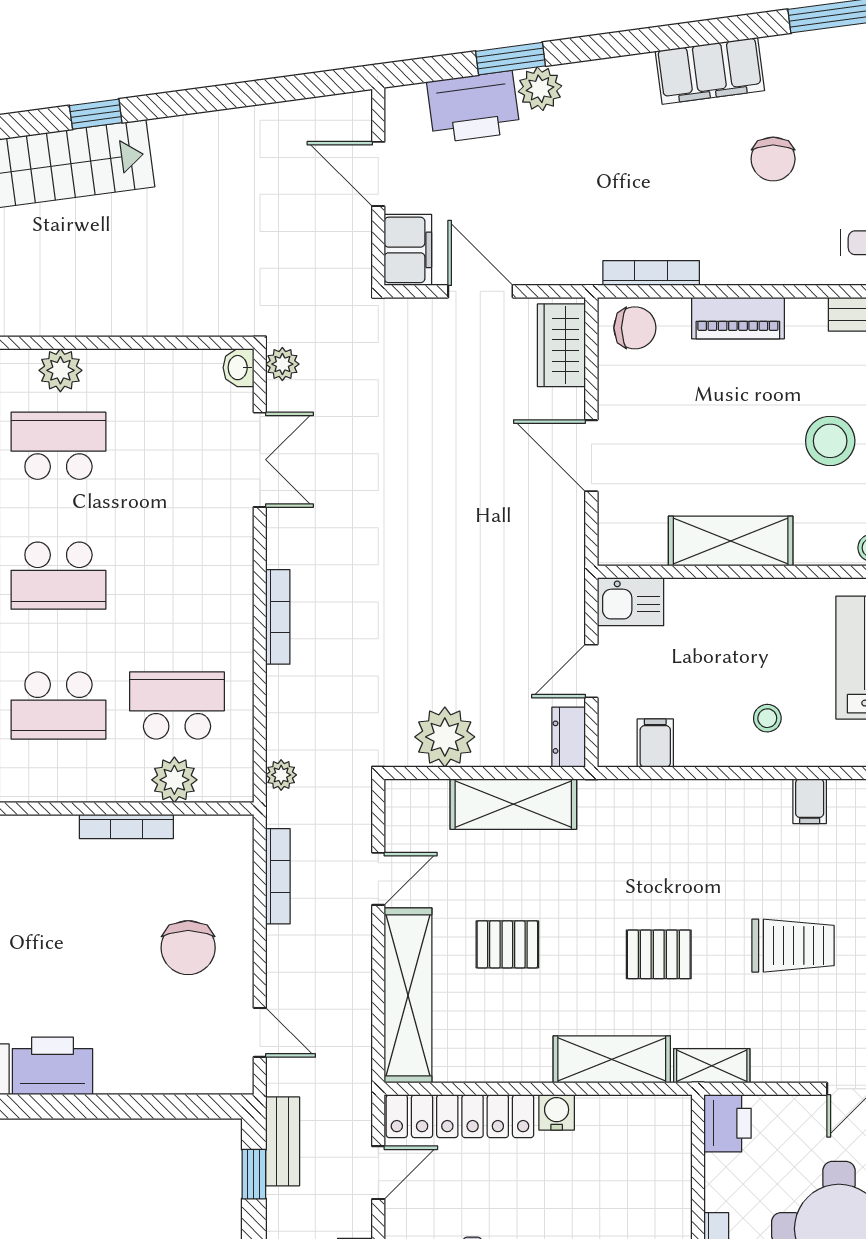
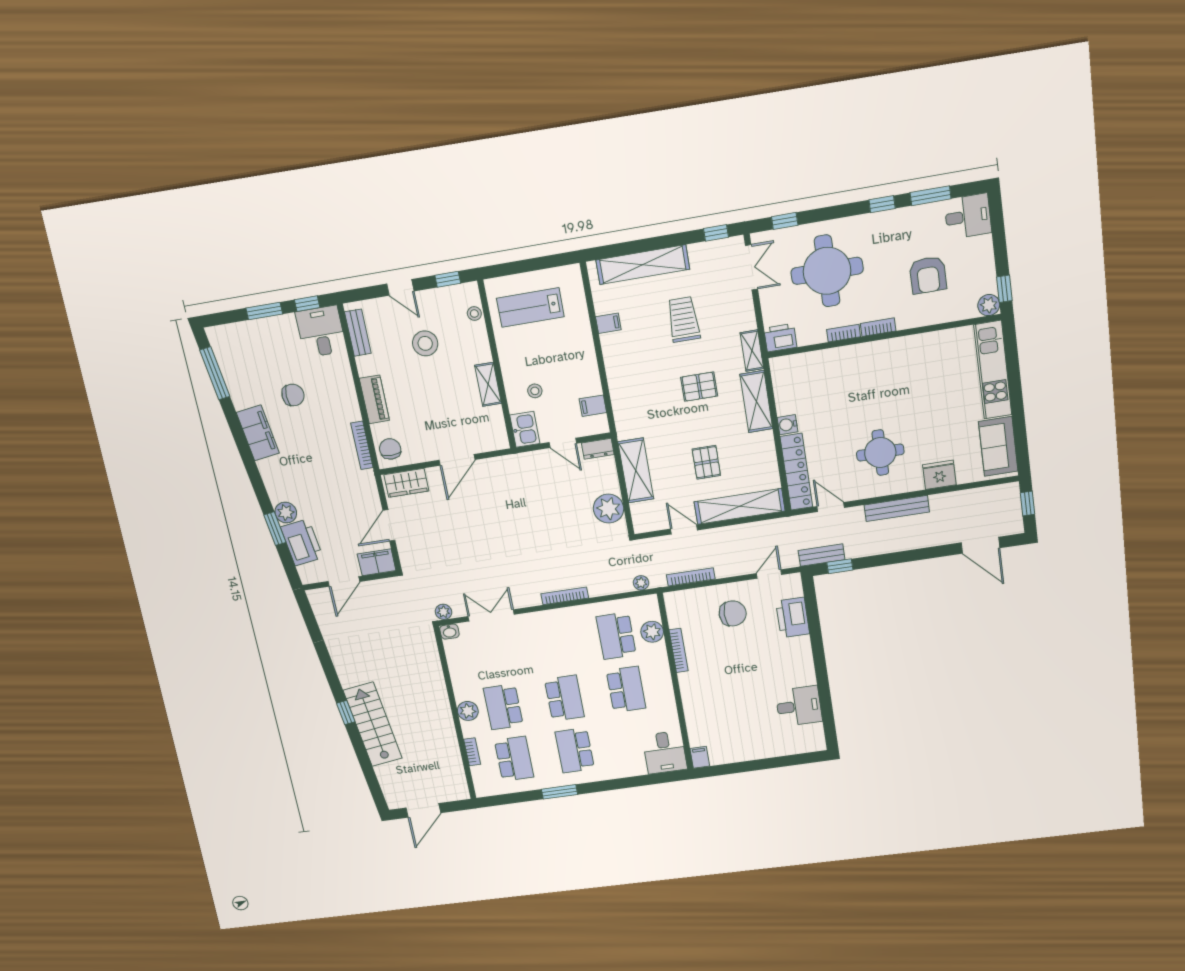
shelving: (731, 541) -> (488, 384), width x0.67, depth x0.75
stool: (767, 718) -> (535, 391), moved
pallet: (659, 954) -> (699, 387), turned 90
printer: (52, 1066) -> (793, 618), moved

